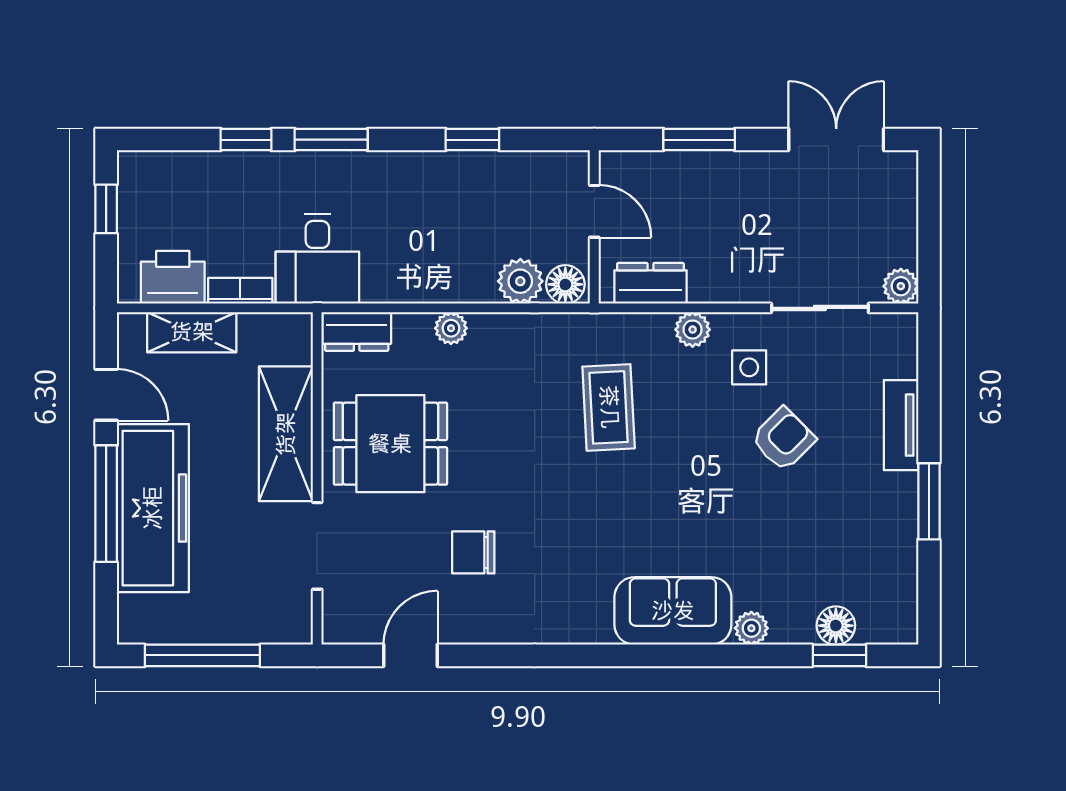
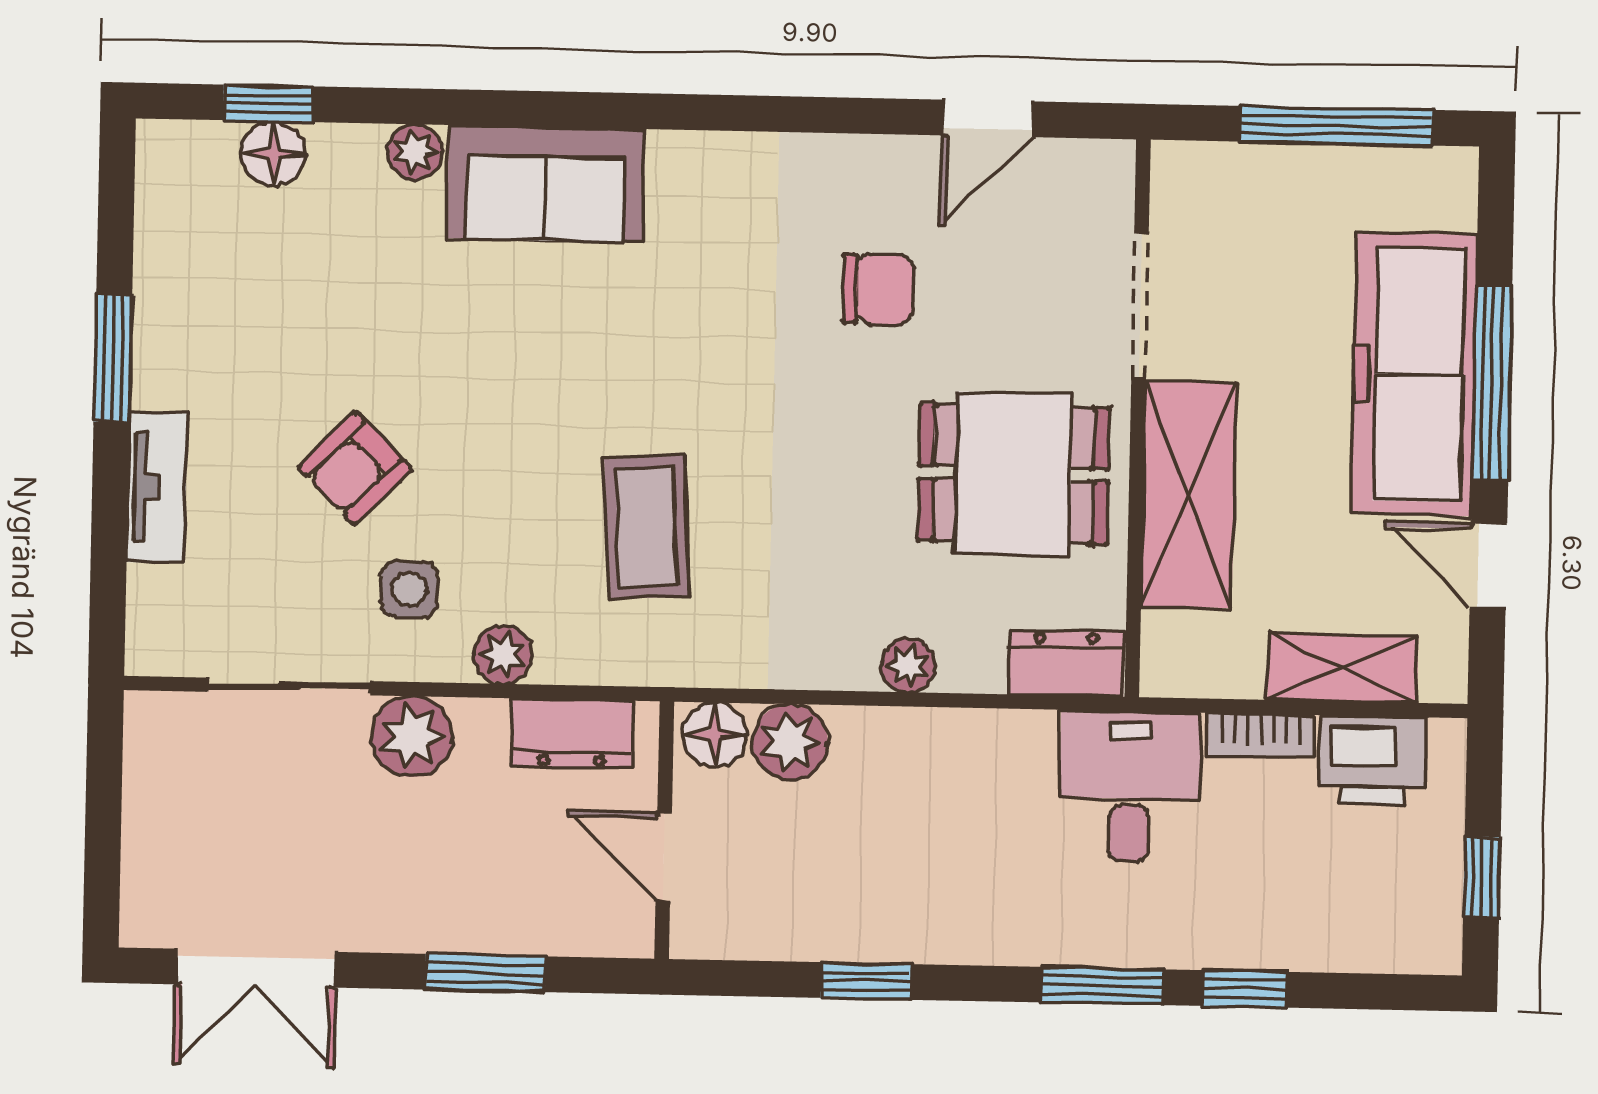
plant: (901, 286) -> (412, 737), moved, width x1.38, depth x1.38

